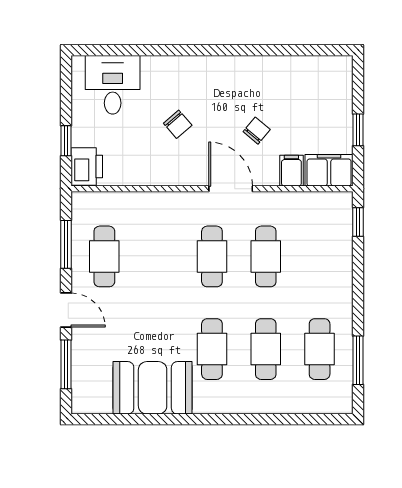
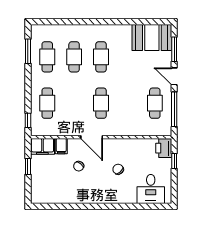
window: (66, 244) -> (174, 109), width x1.44
cafe table: (266, 256) -> (47, 103), moved
booth: (153, 388) -> (152, 37), moved

